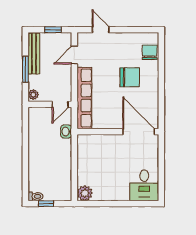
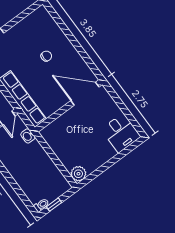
chair: (150, 52) -> (47, 25), removed
chair: (130, 77) -> (46, 56), width x0.54, depth x0.54

